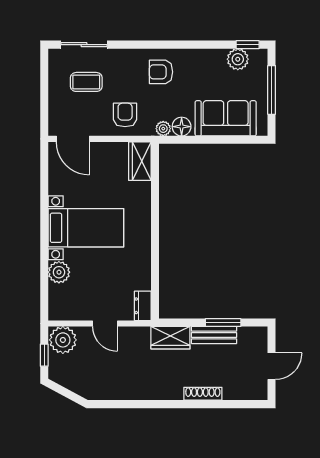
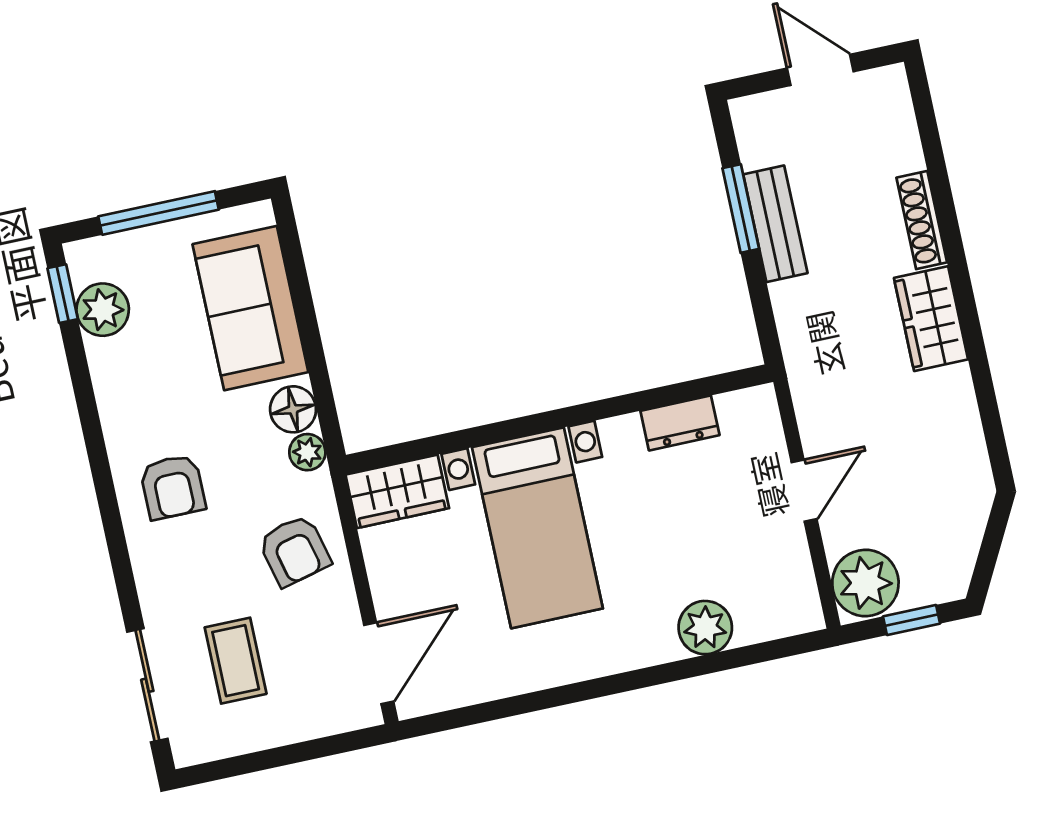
armchair: (125, 115) -> (294, 551), turned -104
bed with nightstands: (86, 228) -> (537, 528), moved, turned 180
dresser: (143, 306) -> (680, 423), moved
wardrobe: (170, 338) -> (931, 319), moved, turned 180

